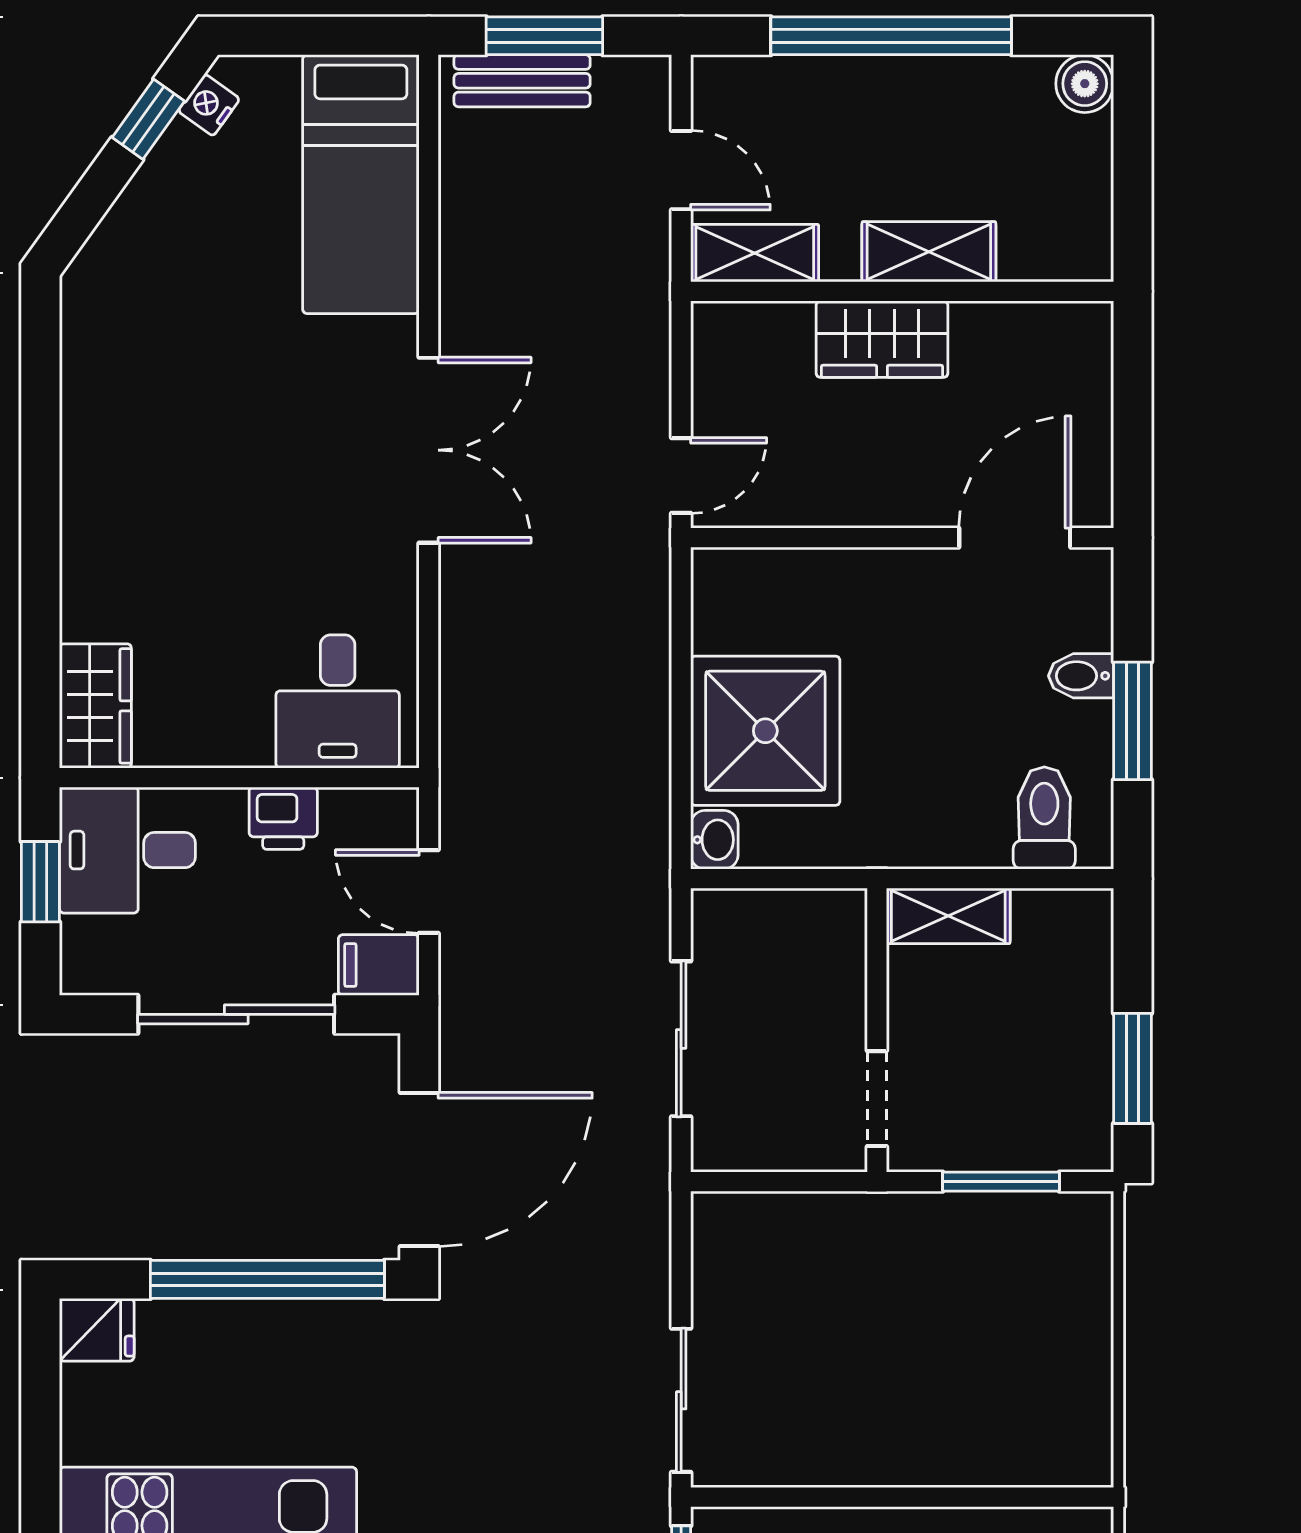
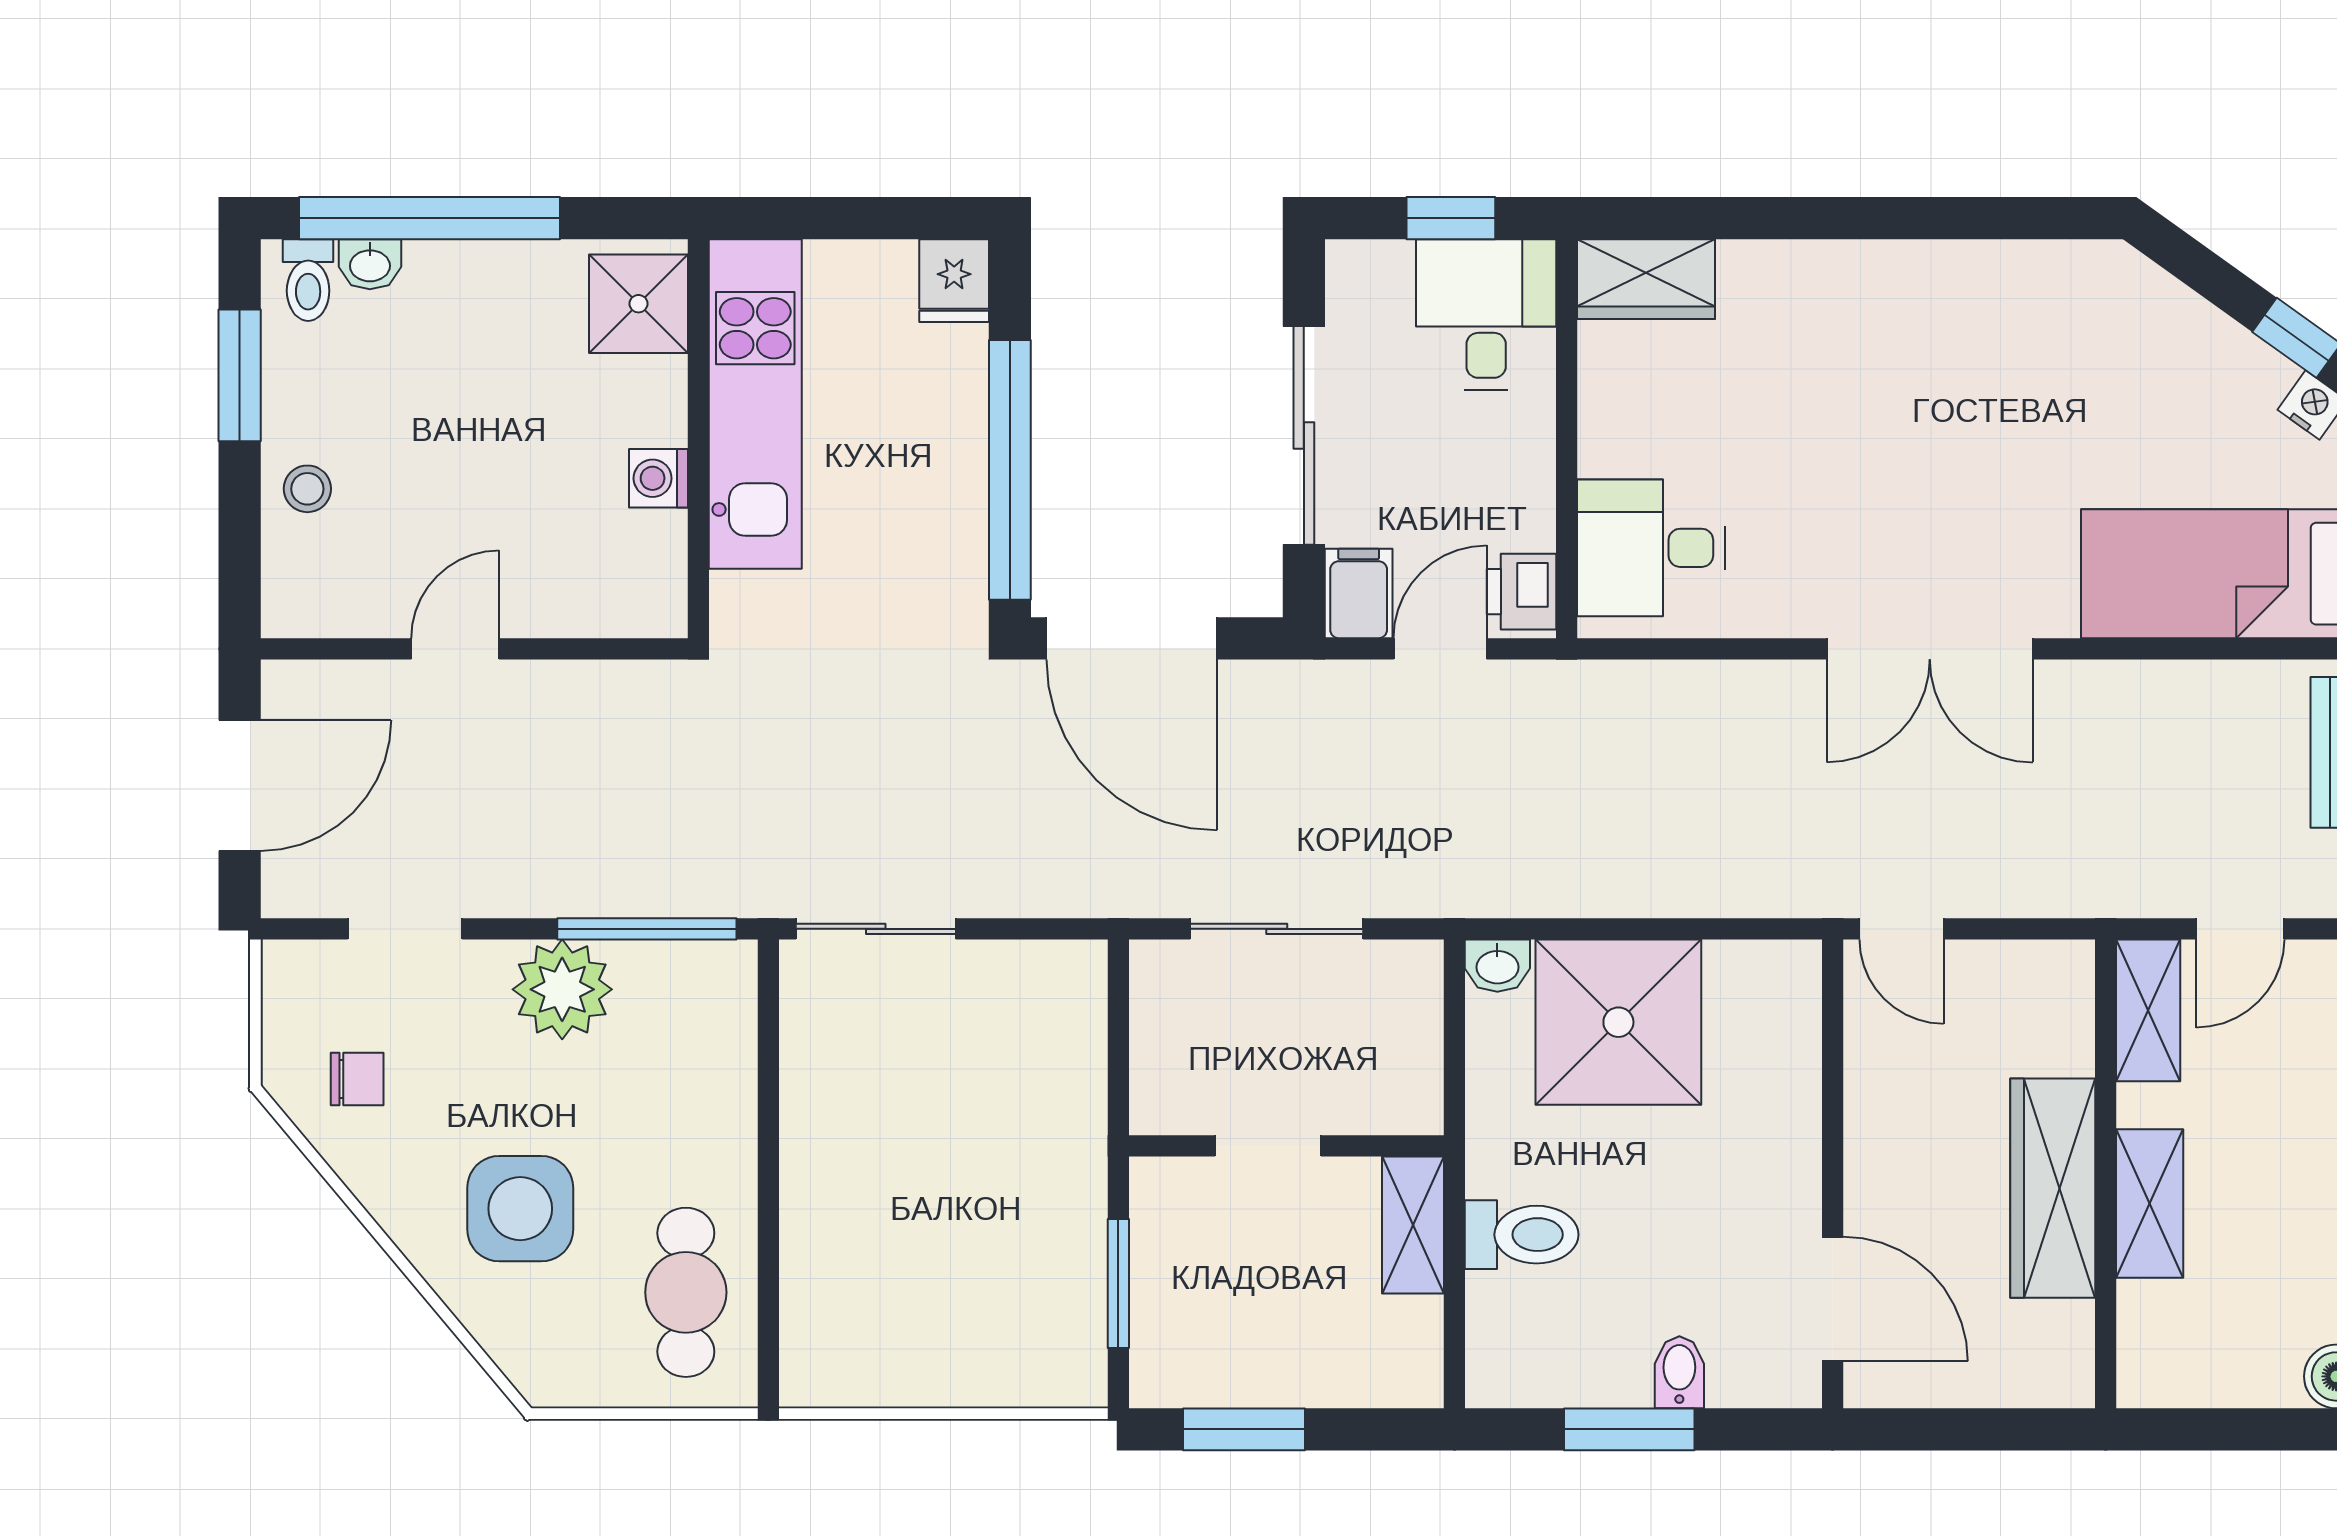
wardrobe: (882, 339) -> (2053, 1188), width x1.50
printer: (283, 818) -> (1521, 592), moved
toilet: (1044, 818) -> (1522, 1235), moved
doorway: (877, 1099) -> (1268, 1146), moved

